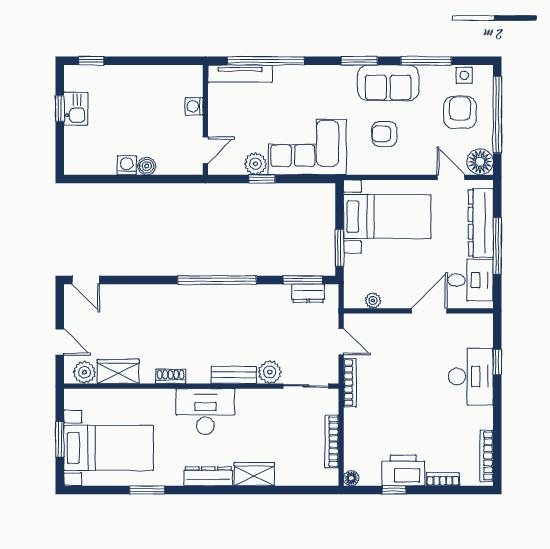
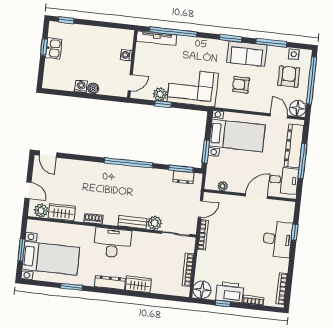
door: (341, 342) -> (200, 209), hinge flipped
floor lamp: (351, 478) -> (202, 290), width x1.89, depth x1.89

